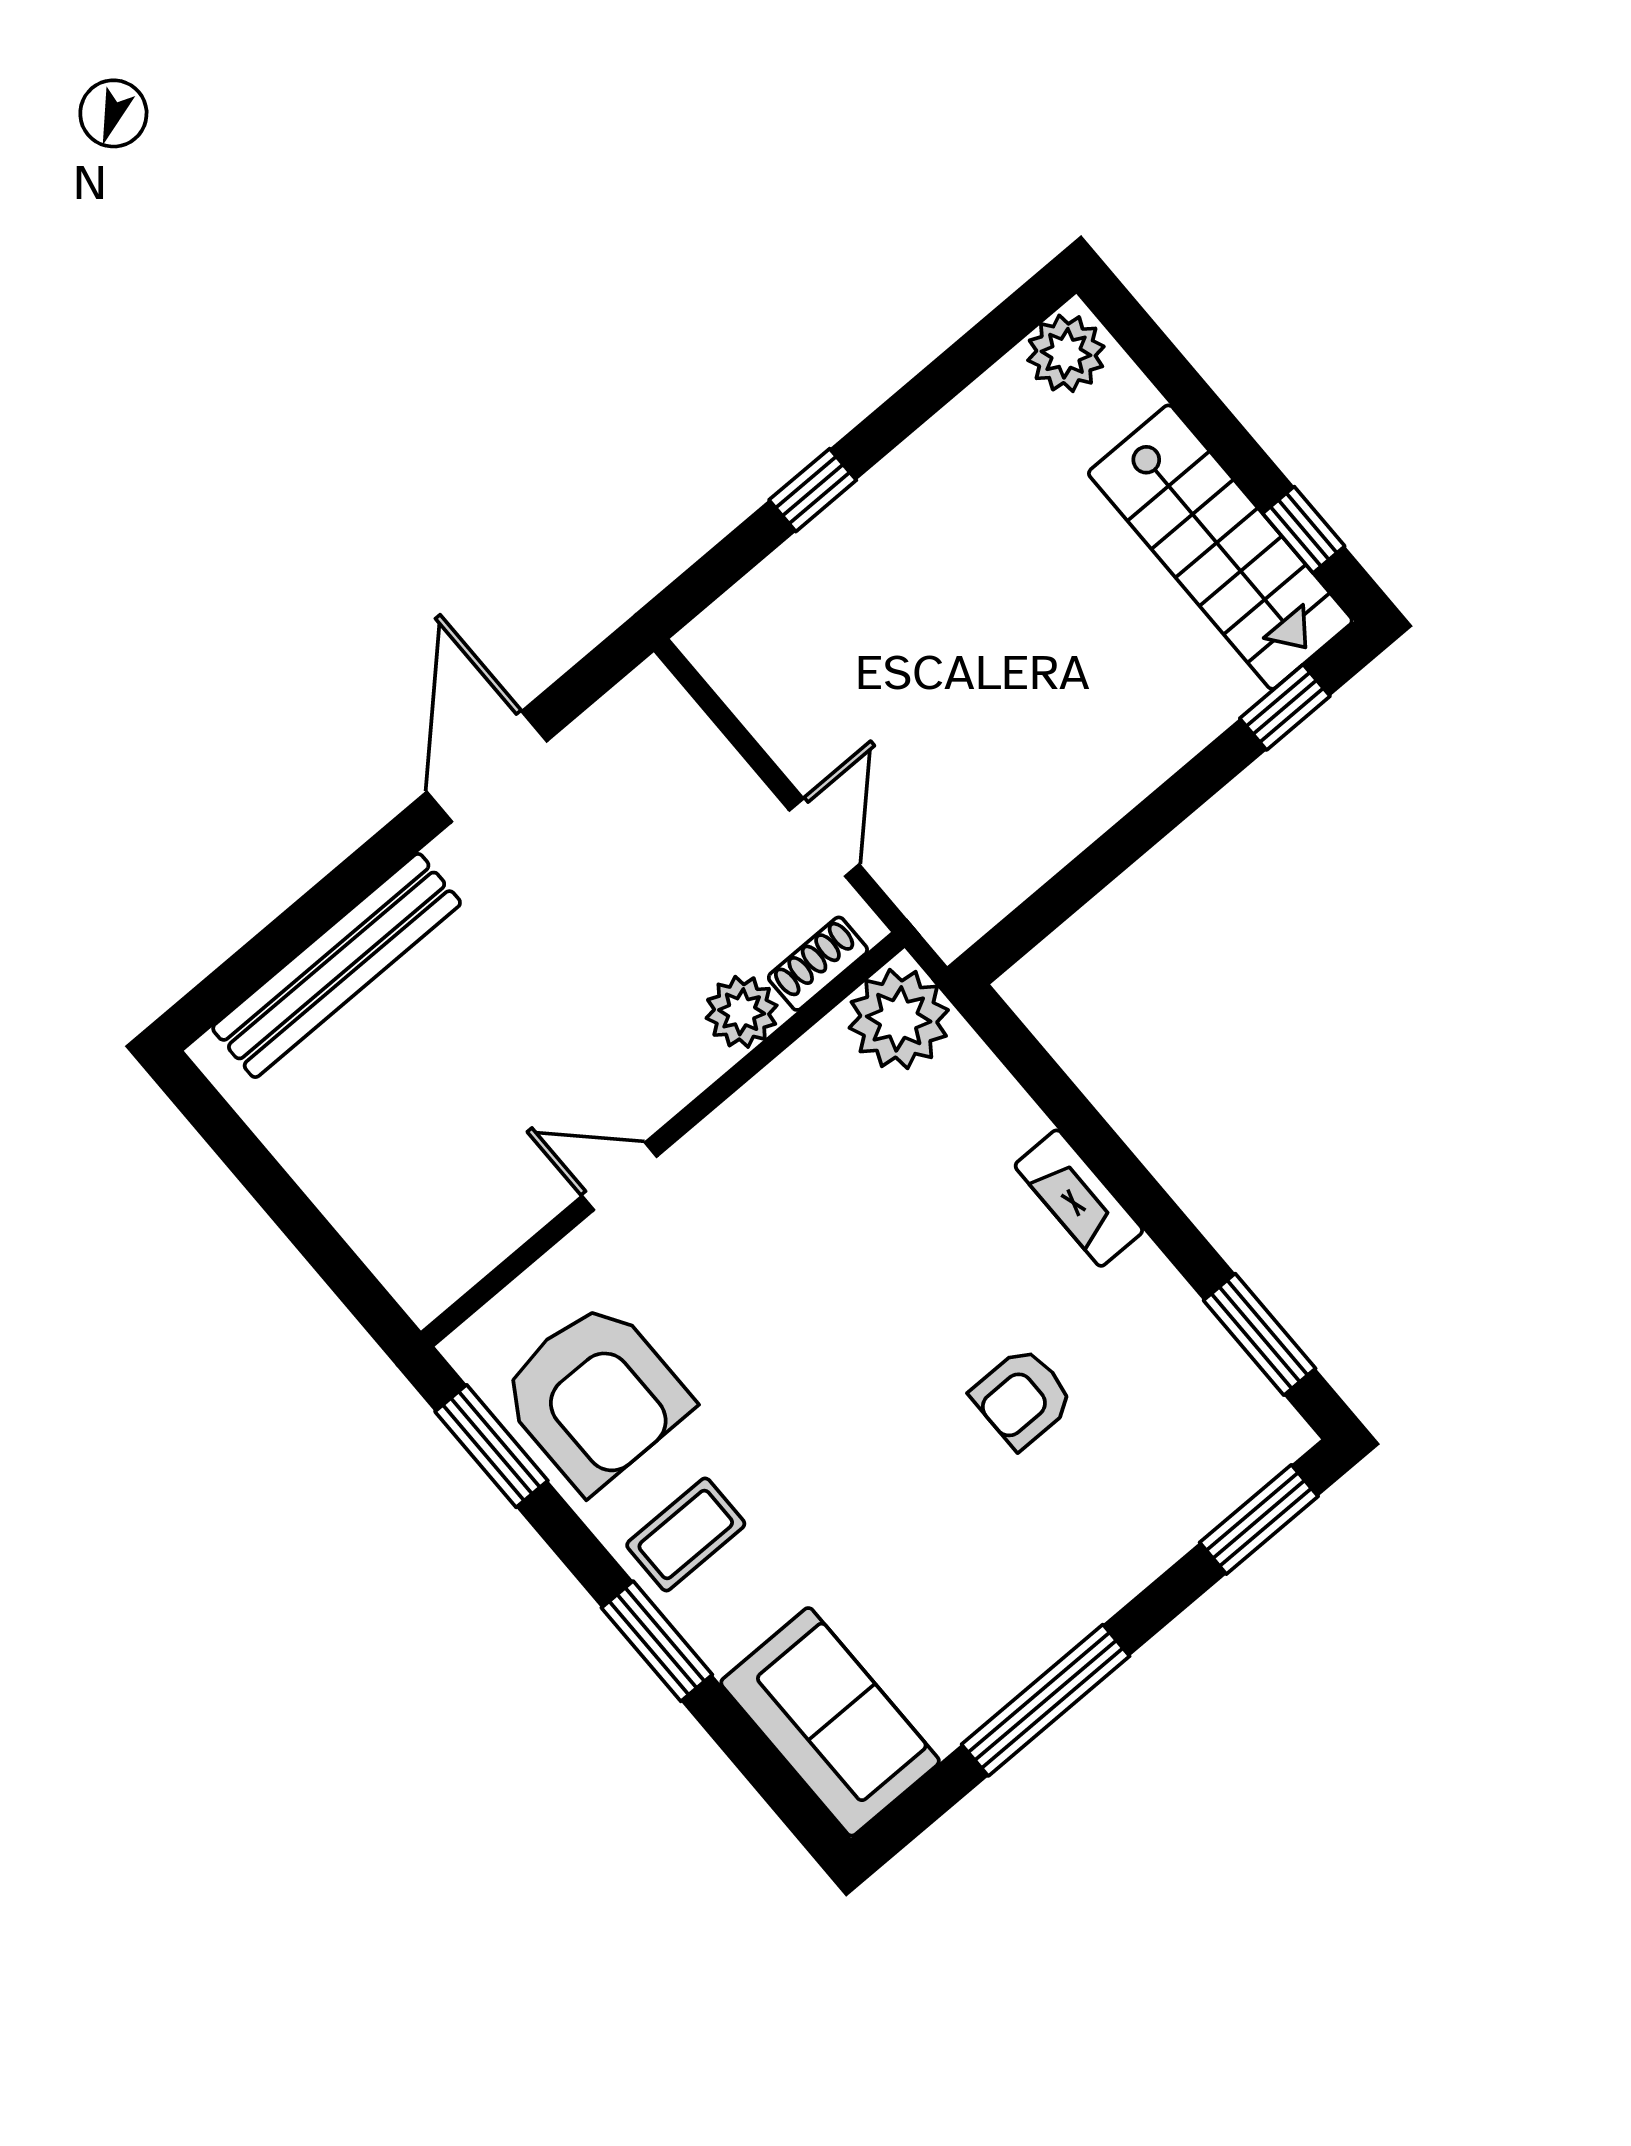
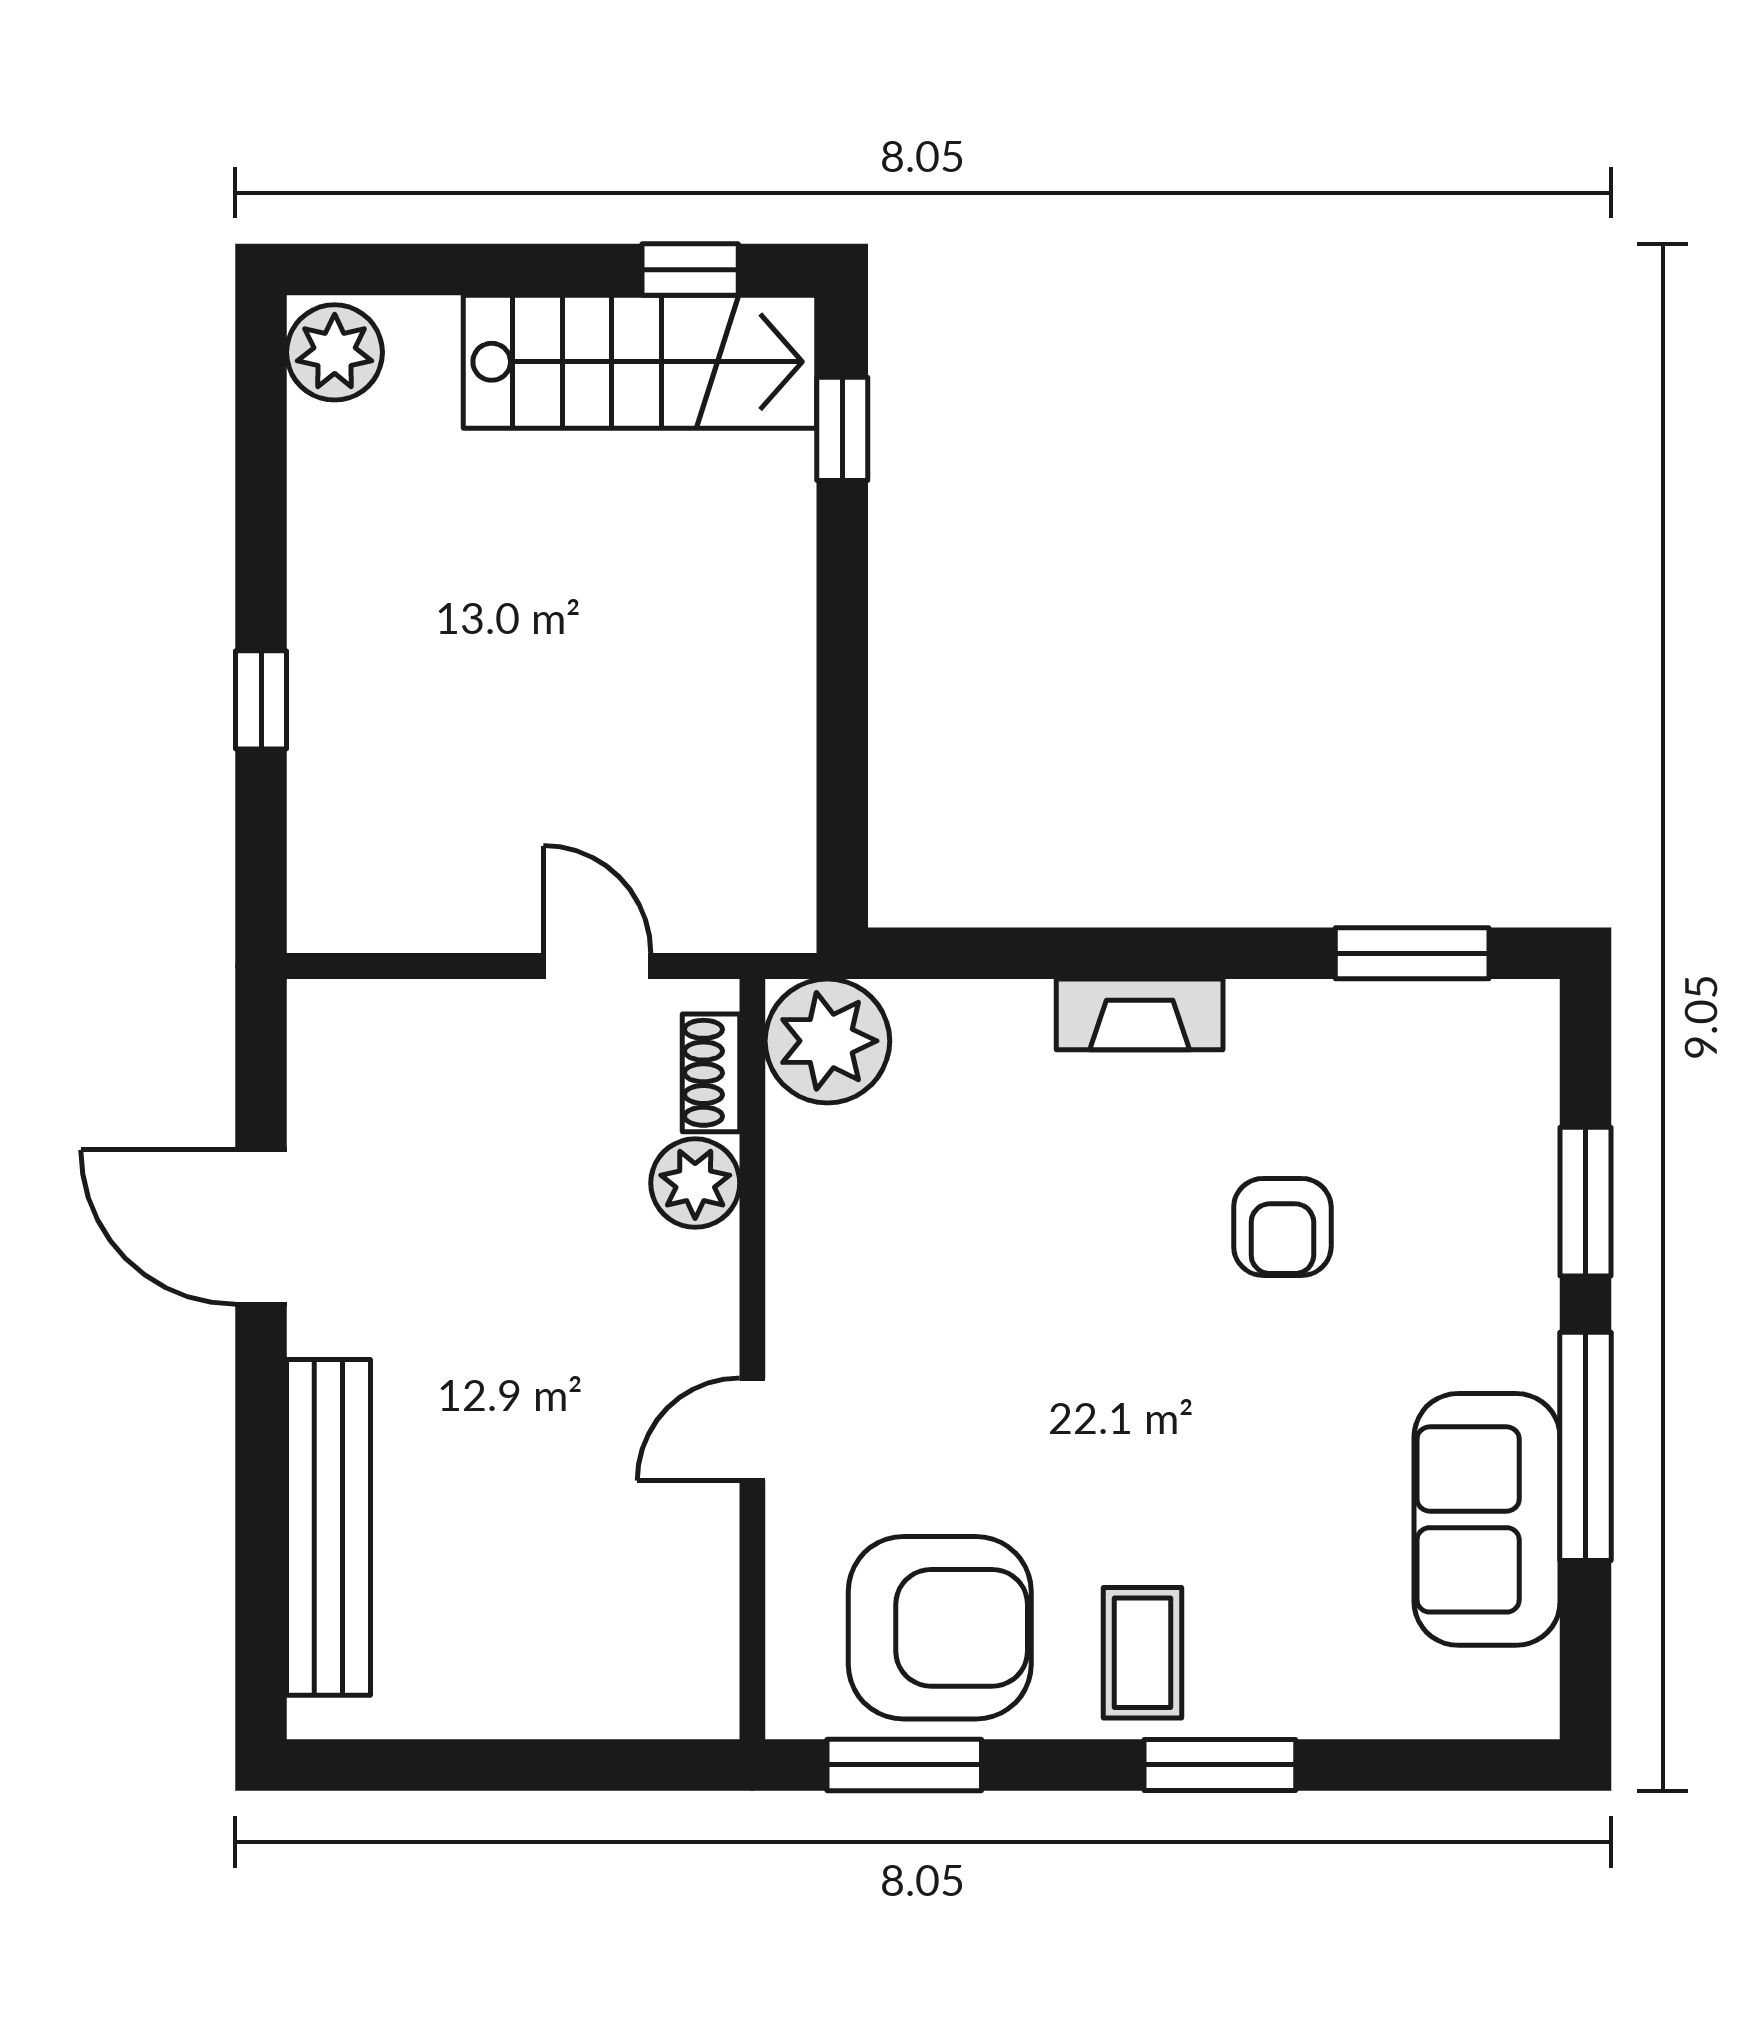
window: (1259, 1519) -> (1586, 1202), moved
sofa: (830, 1722) -> (1487, 1519), moved, turned -90

